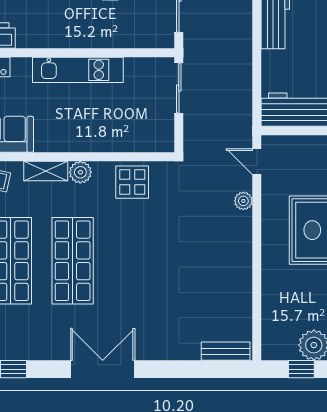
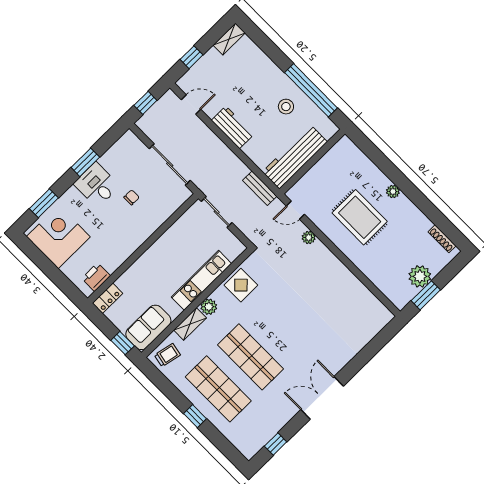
kitchen unit: (78, 70) -> (201, 280), moved, turned 180
bench: (226, 351) -> (260, 188), moved, turned 90
window: (301, 369) -> (426, 295), width x1.50

